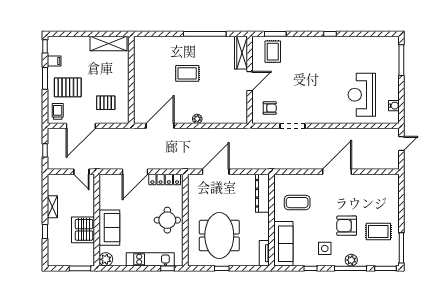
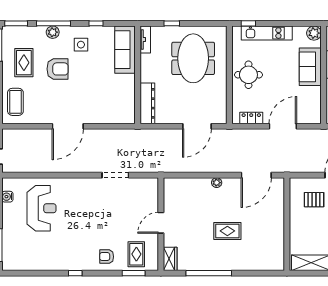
wardrobe: (241, 53) -> (170, 259), width x0.67
armchair: (270, 108) -> (107, 257), moved
locker: (165, 180) -> (251, 118), width x0.66
coffee table: (297, 203) -> (15, 102), moved, turned 90
rug: (378, 231) -> (24, 63), turned 90
window: (222, 268) -> (172, 23), moved

